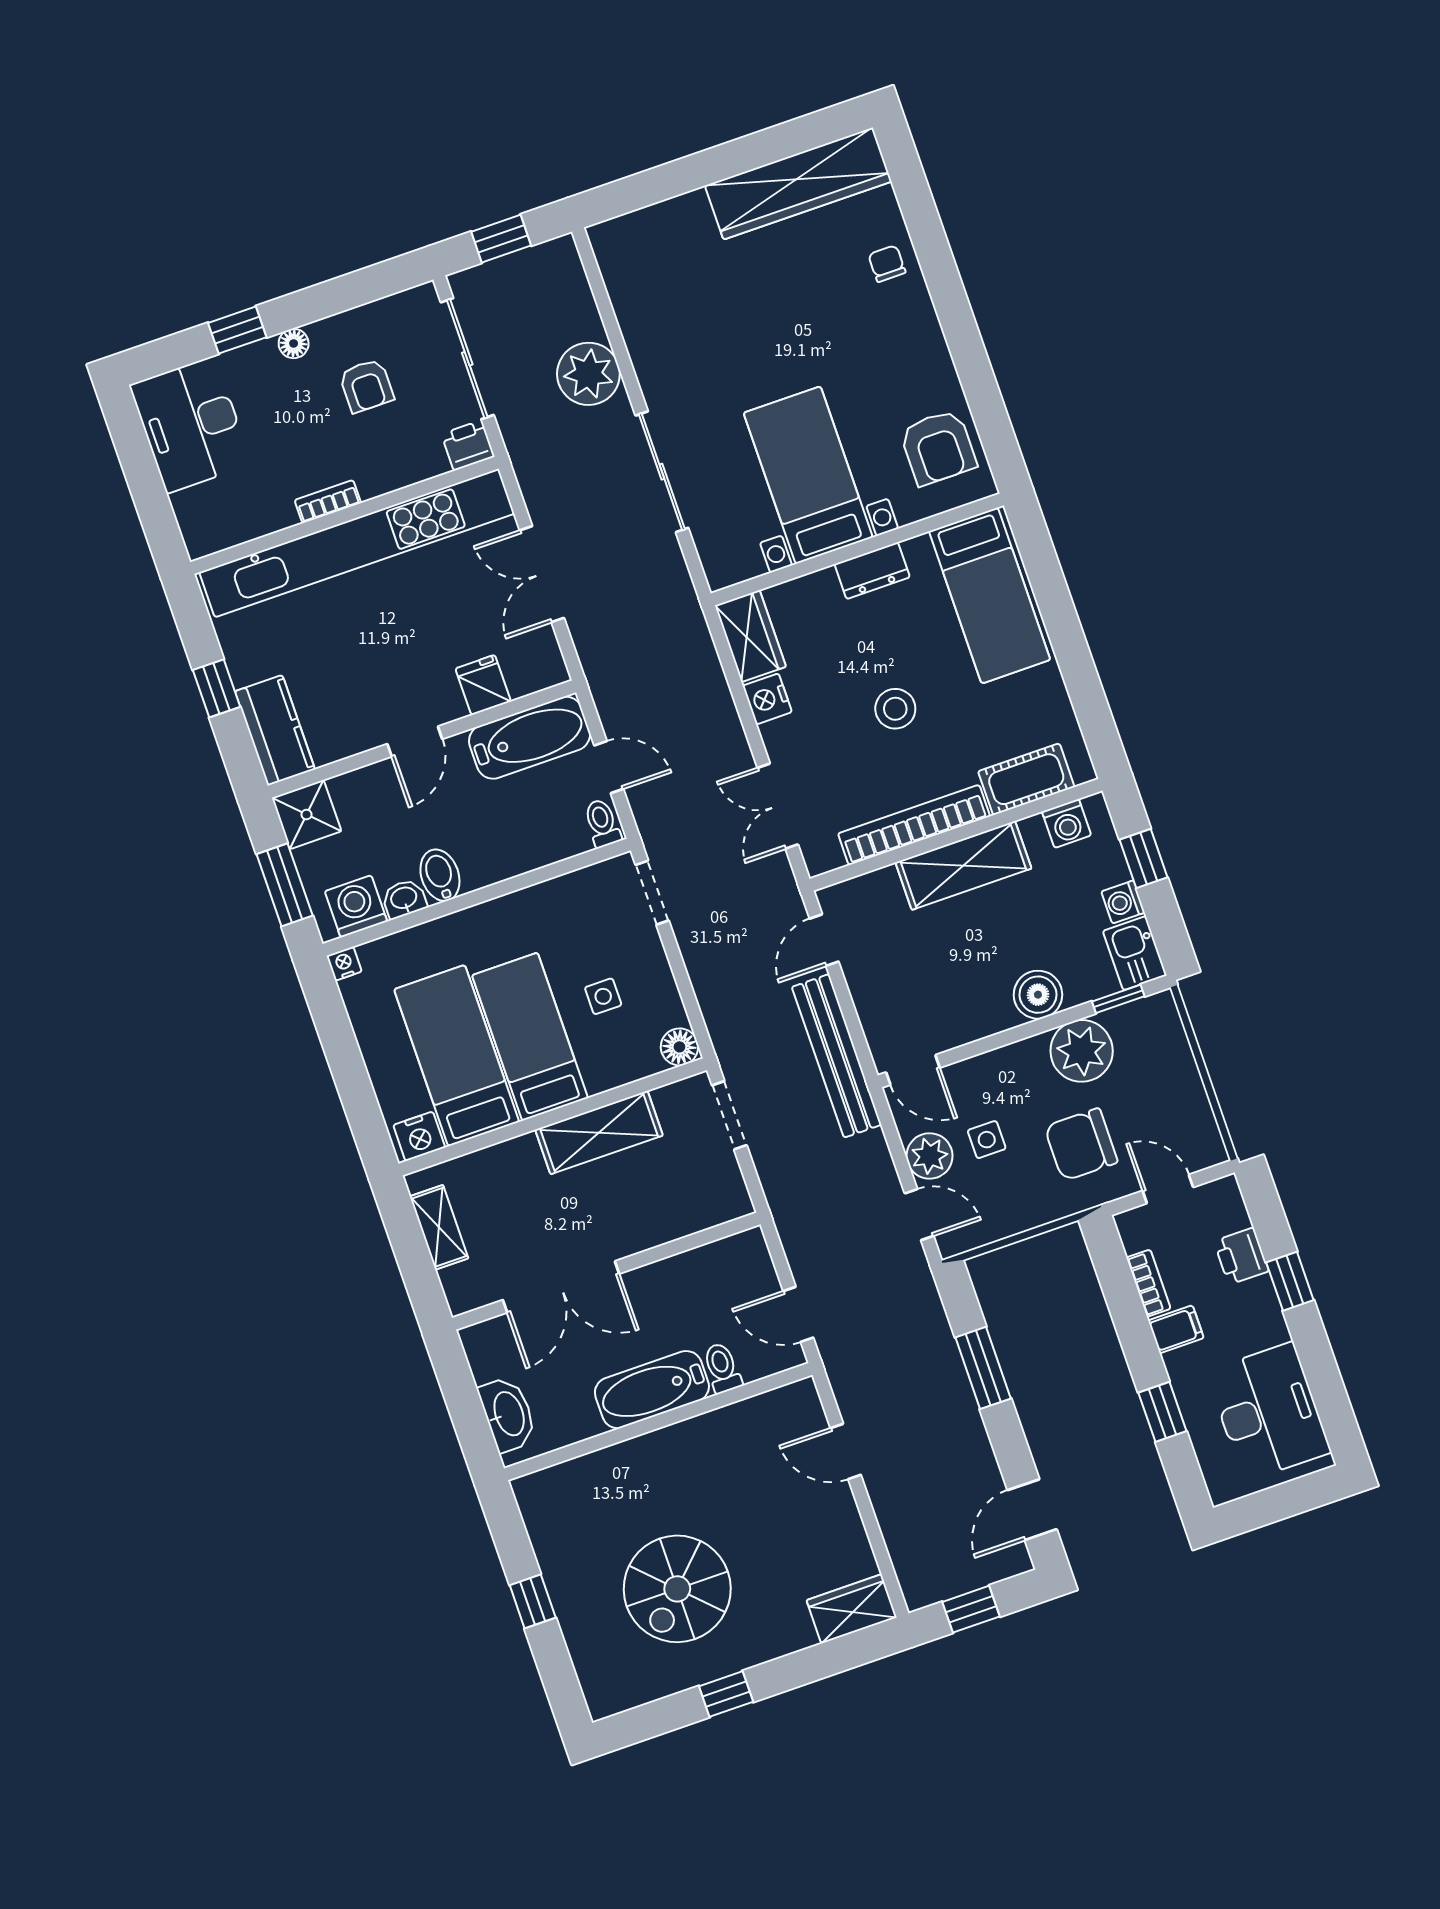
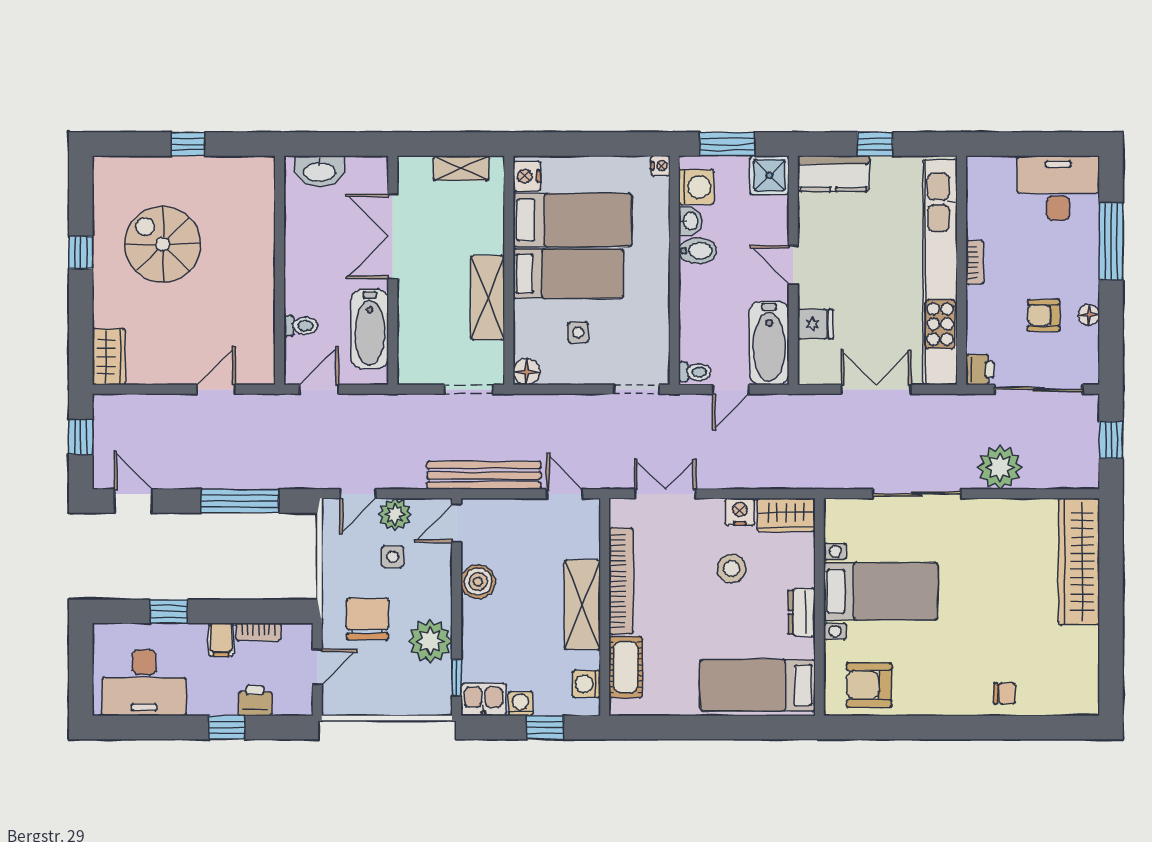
wardrobe: (798, 184) -> (1079, 561), moved
window: (237, 330) -> (1111, 241), width x2.17
floor lamp: (294, 343) -> (1089, 315), moved
stool: (895, 709) -> (731, 568), moved
boiler: (1038, 995) -> (478, 582), moved
window: (983, 1368) -> (240, 501), width x1.44
bathtub: (652, 1390) -> (370, 329), moved, turned 180

